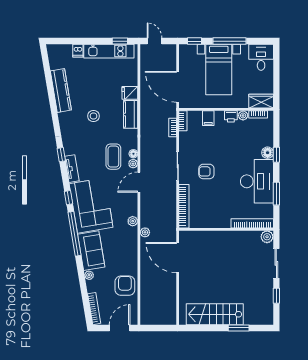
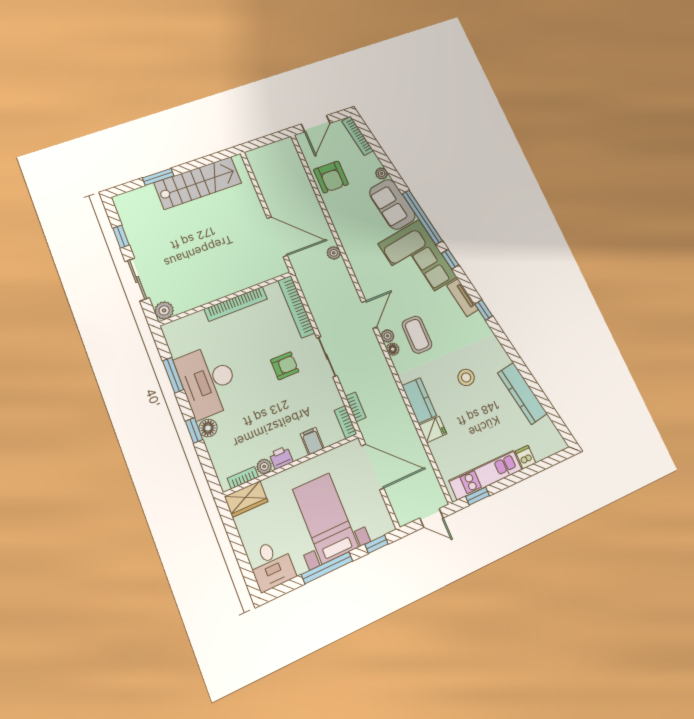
plant: (133, 221) -> (356, 261), removed
bookcase: (252, 223) -> (236, 304), moved

